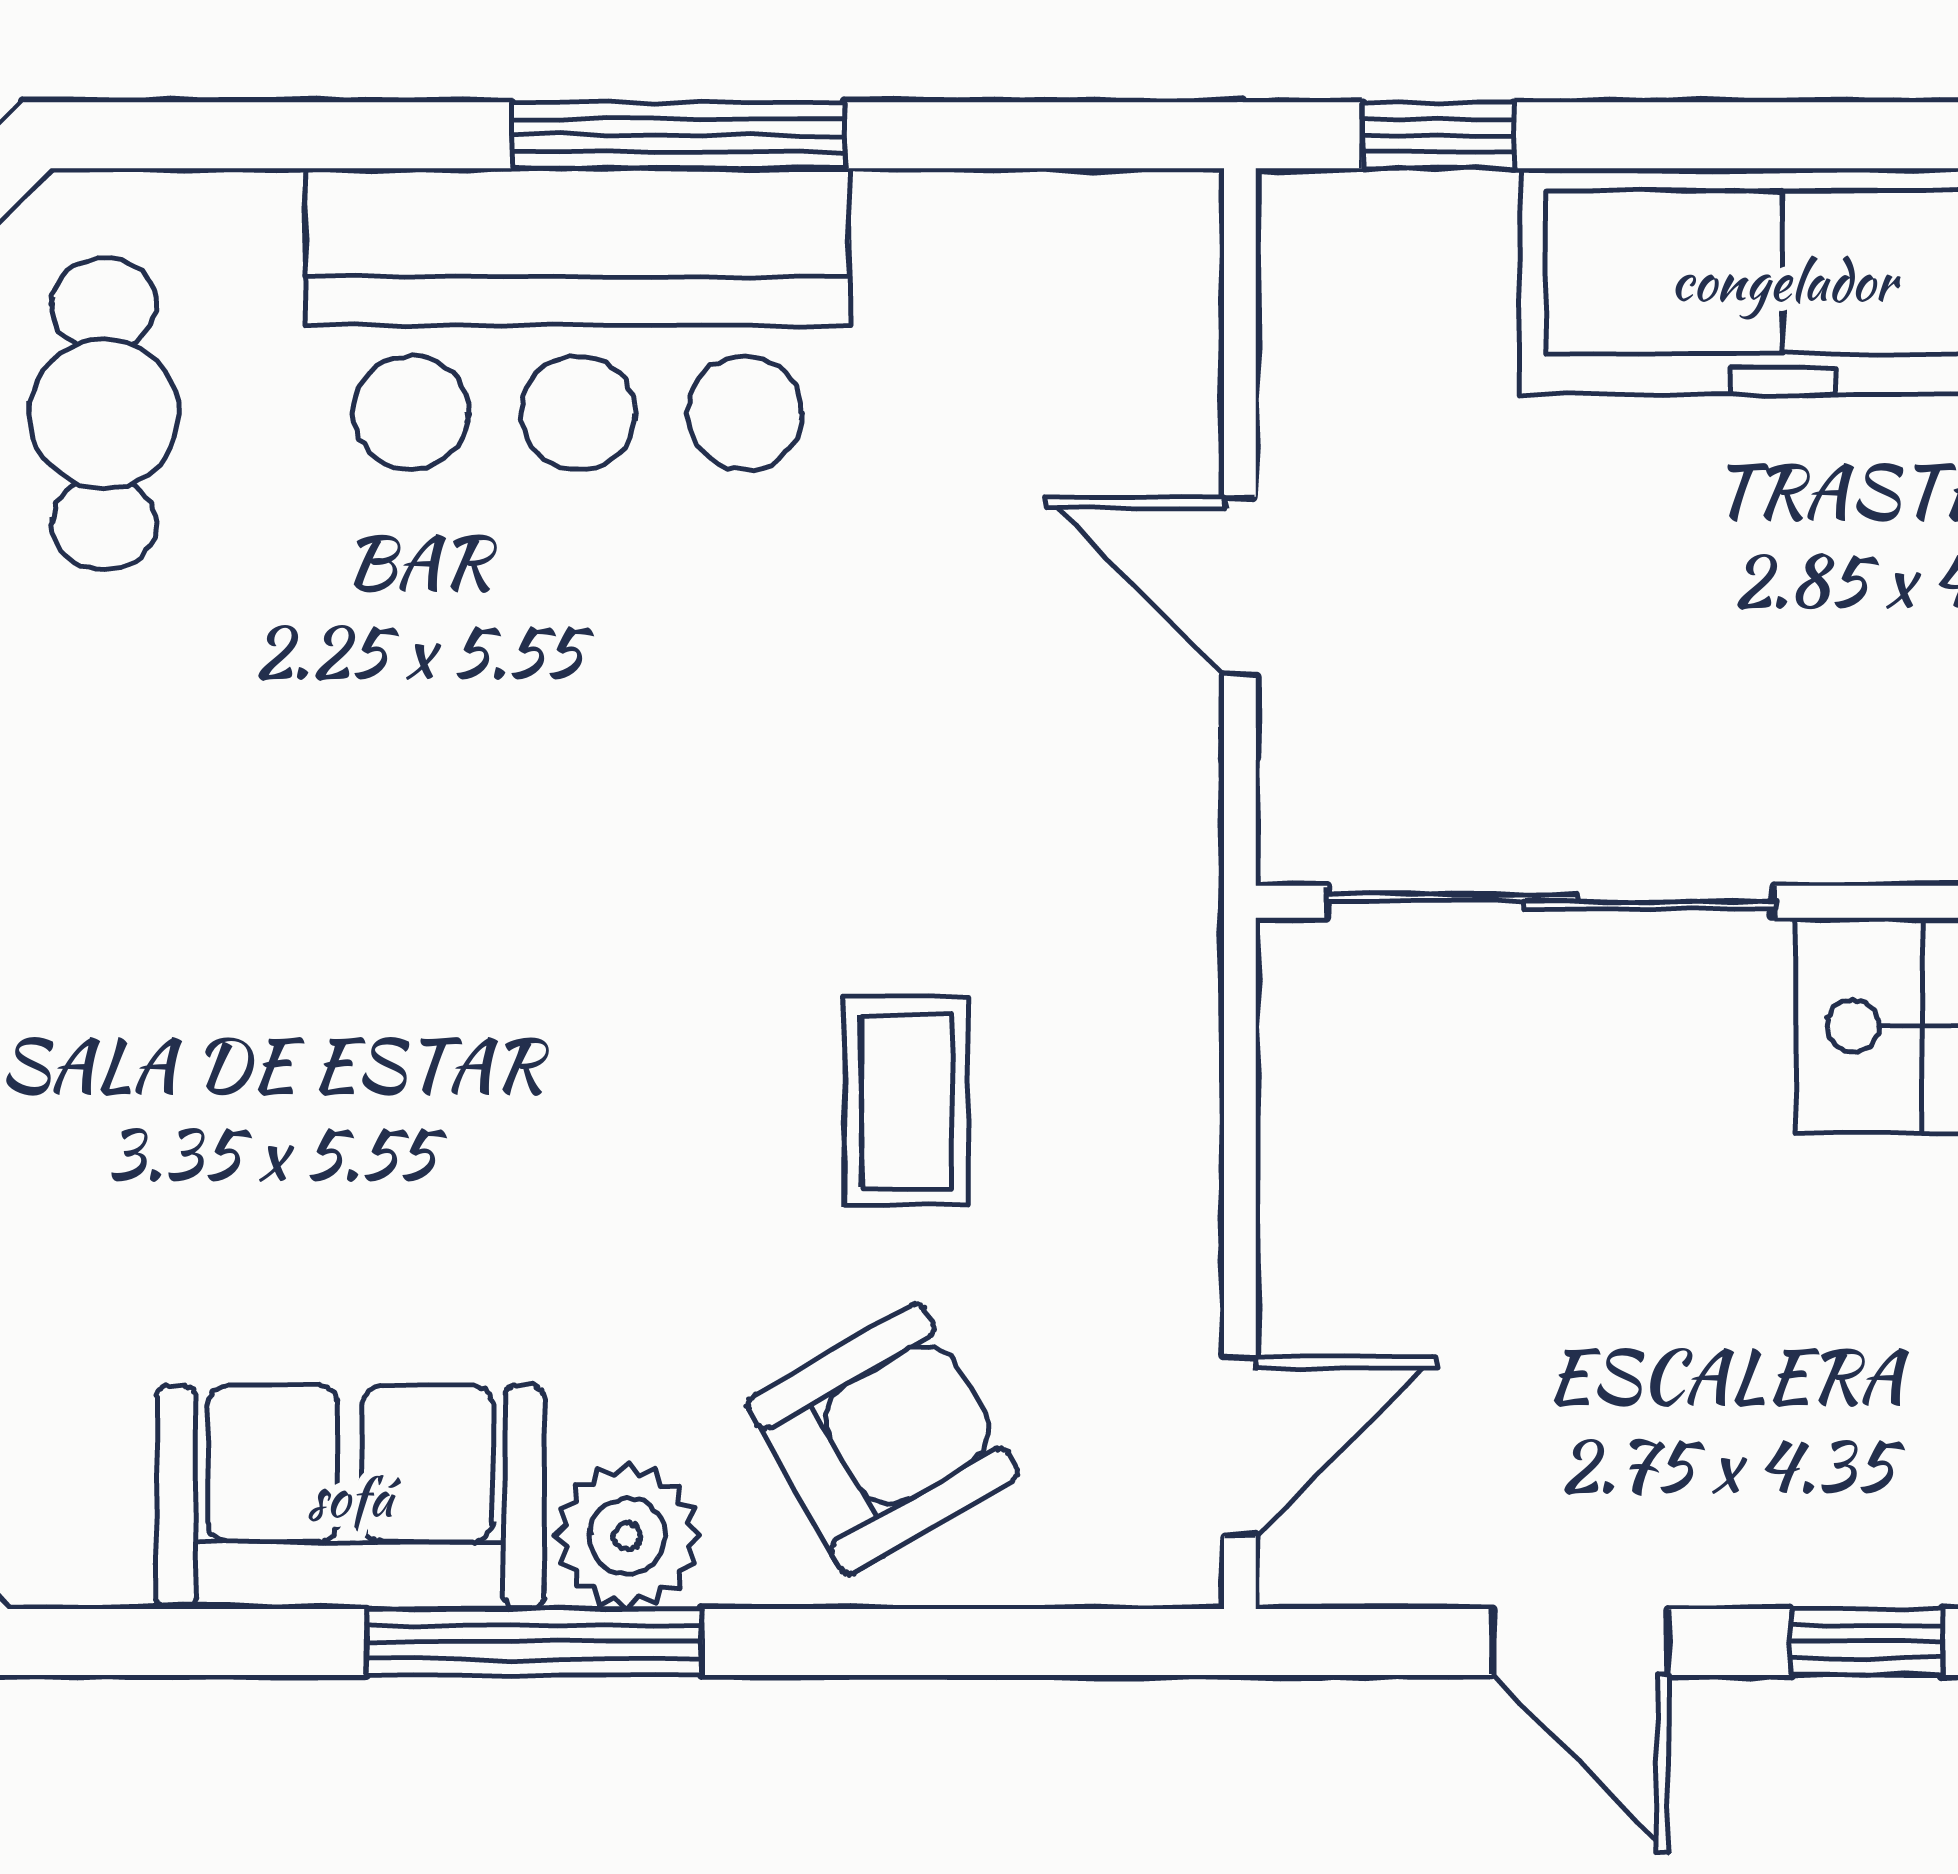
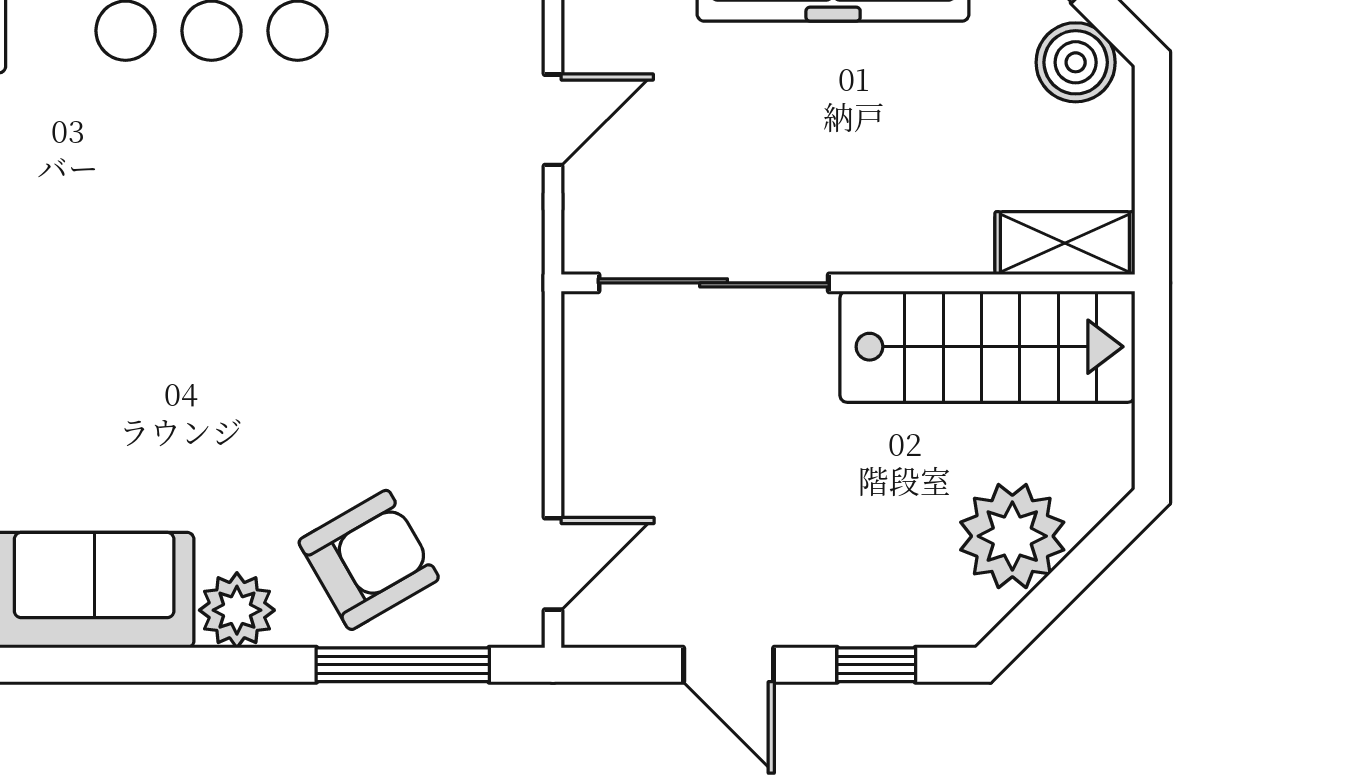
door: (1240, 586) -> (553, 120), swing flipped
coffee table: (906, 1101) -> (381, 386), removed
window: (534, 1642) -> (403, 665), moved

